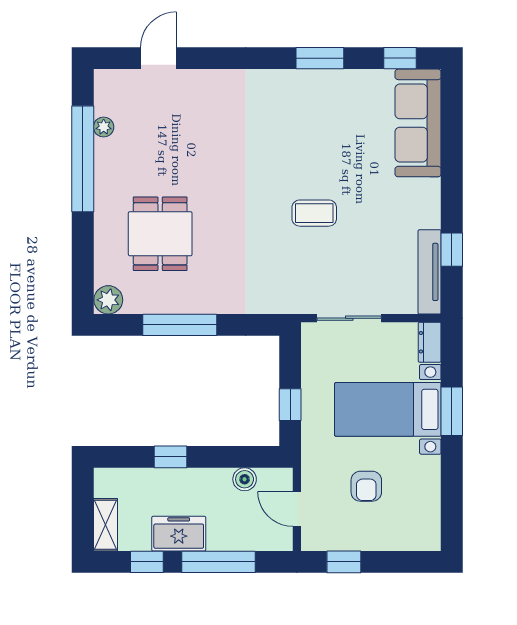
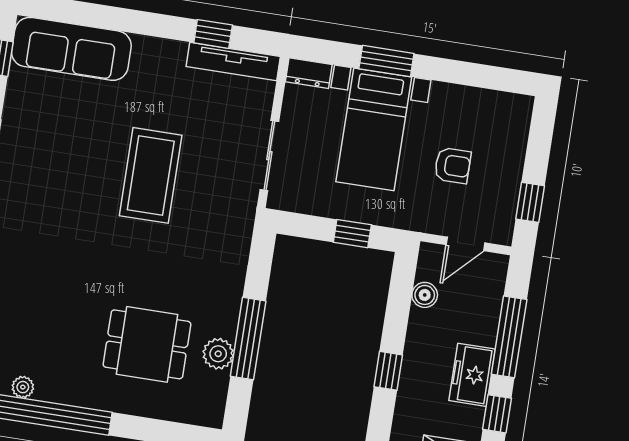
coffee table: (314, 213) -> (151, 175), width x1.86, depth x1.72
plant: (108, 300) -> (218, 354), moved

